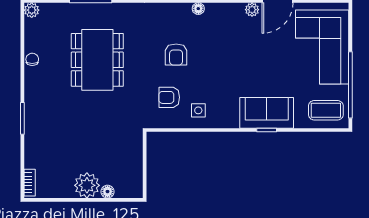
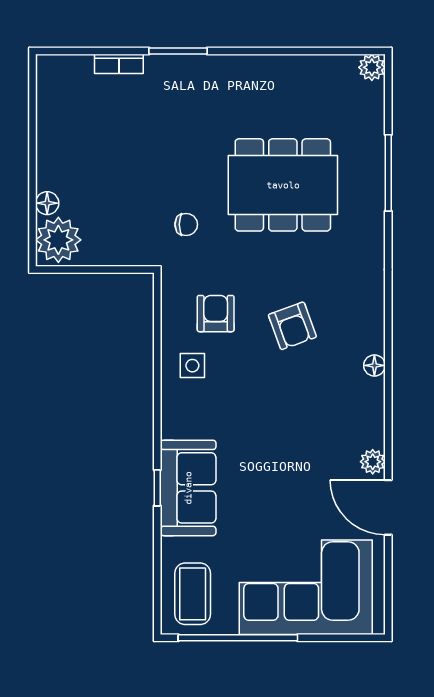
armchair: (176, 54) -> (292, 326), turned -110
chair: (32, 59) -> (186, 224), moved
bookcase: (30, 183) -> (119, 64), moved
plant: (87, 185) -> (58, 240), moved

